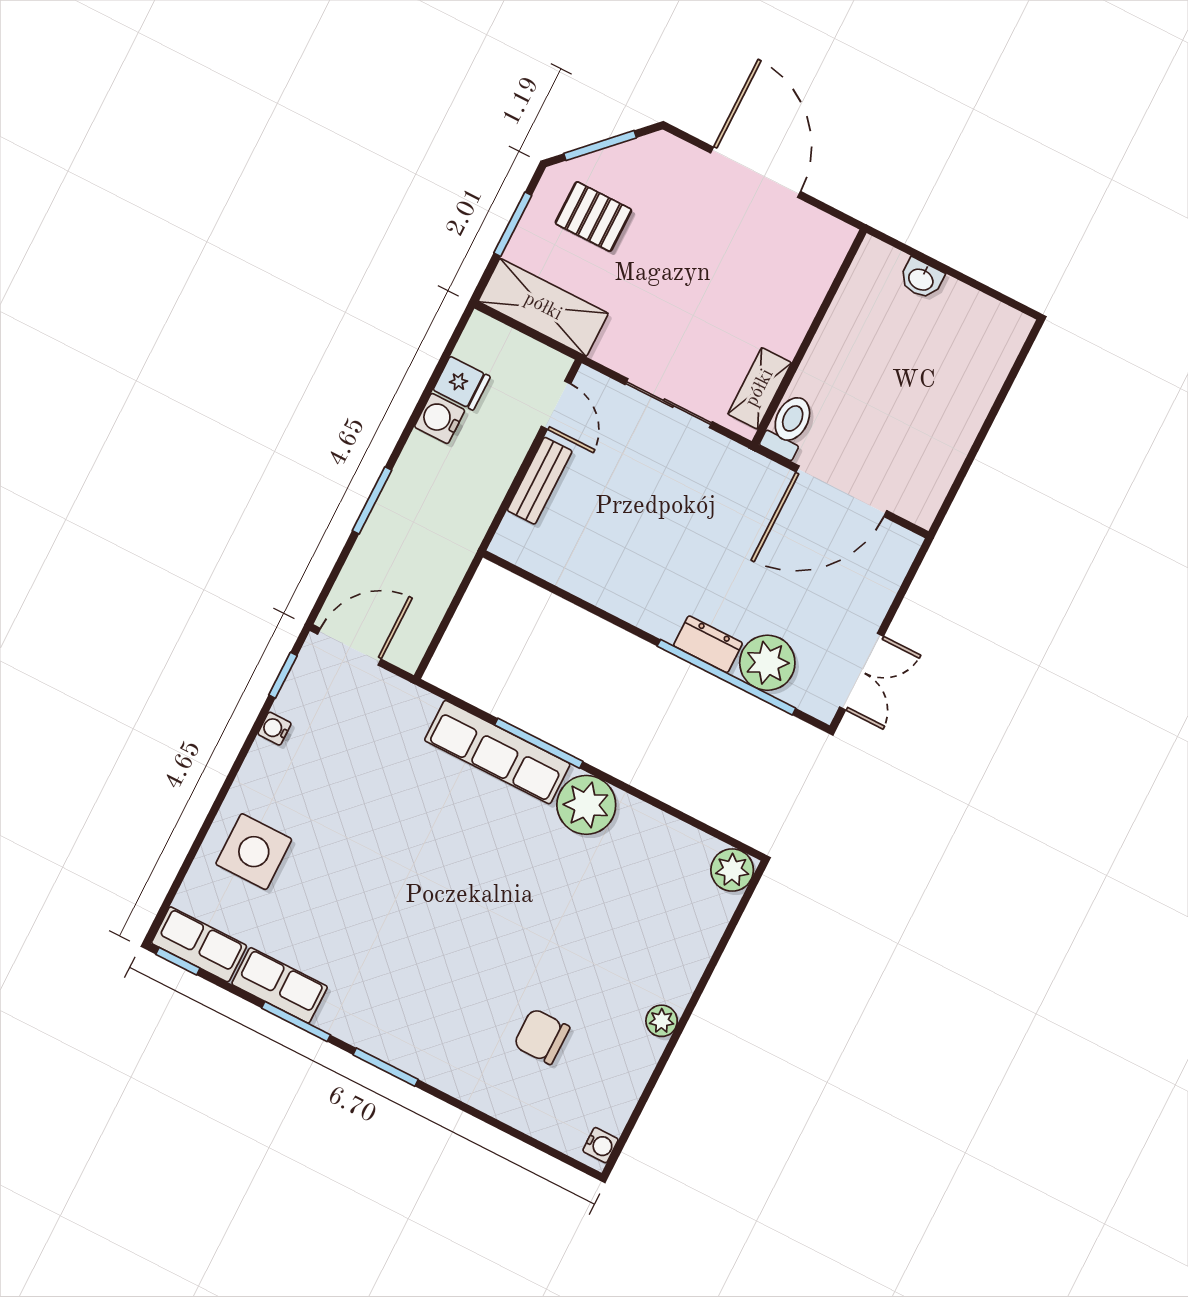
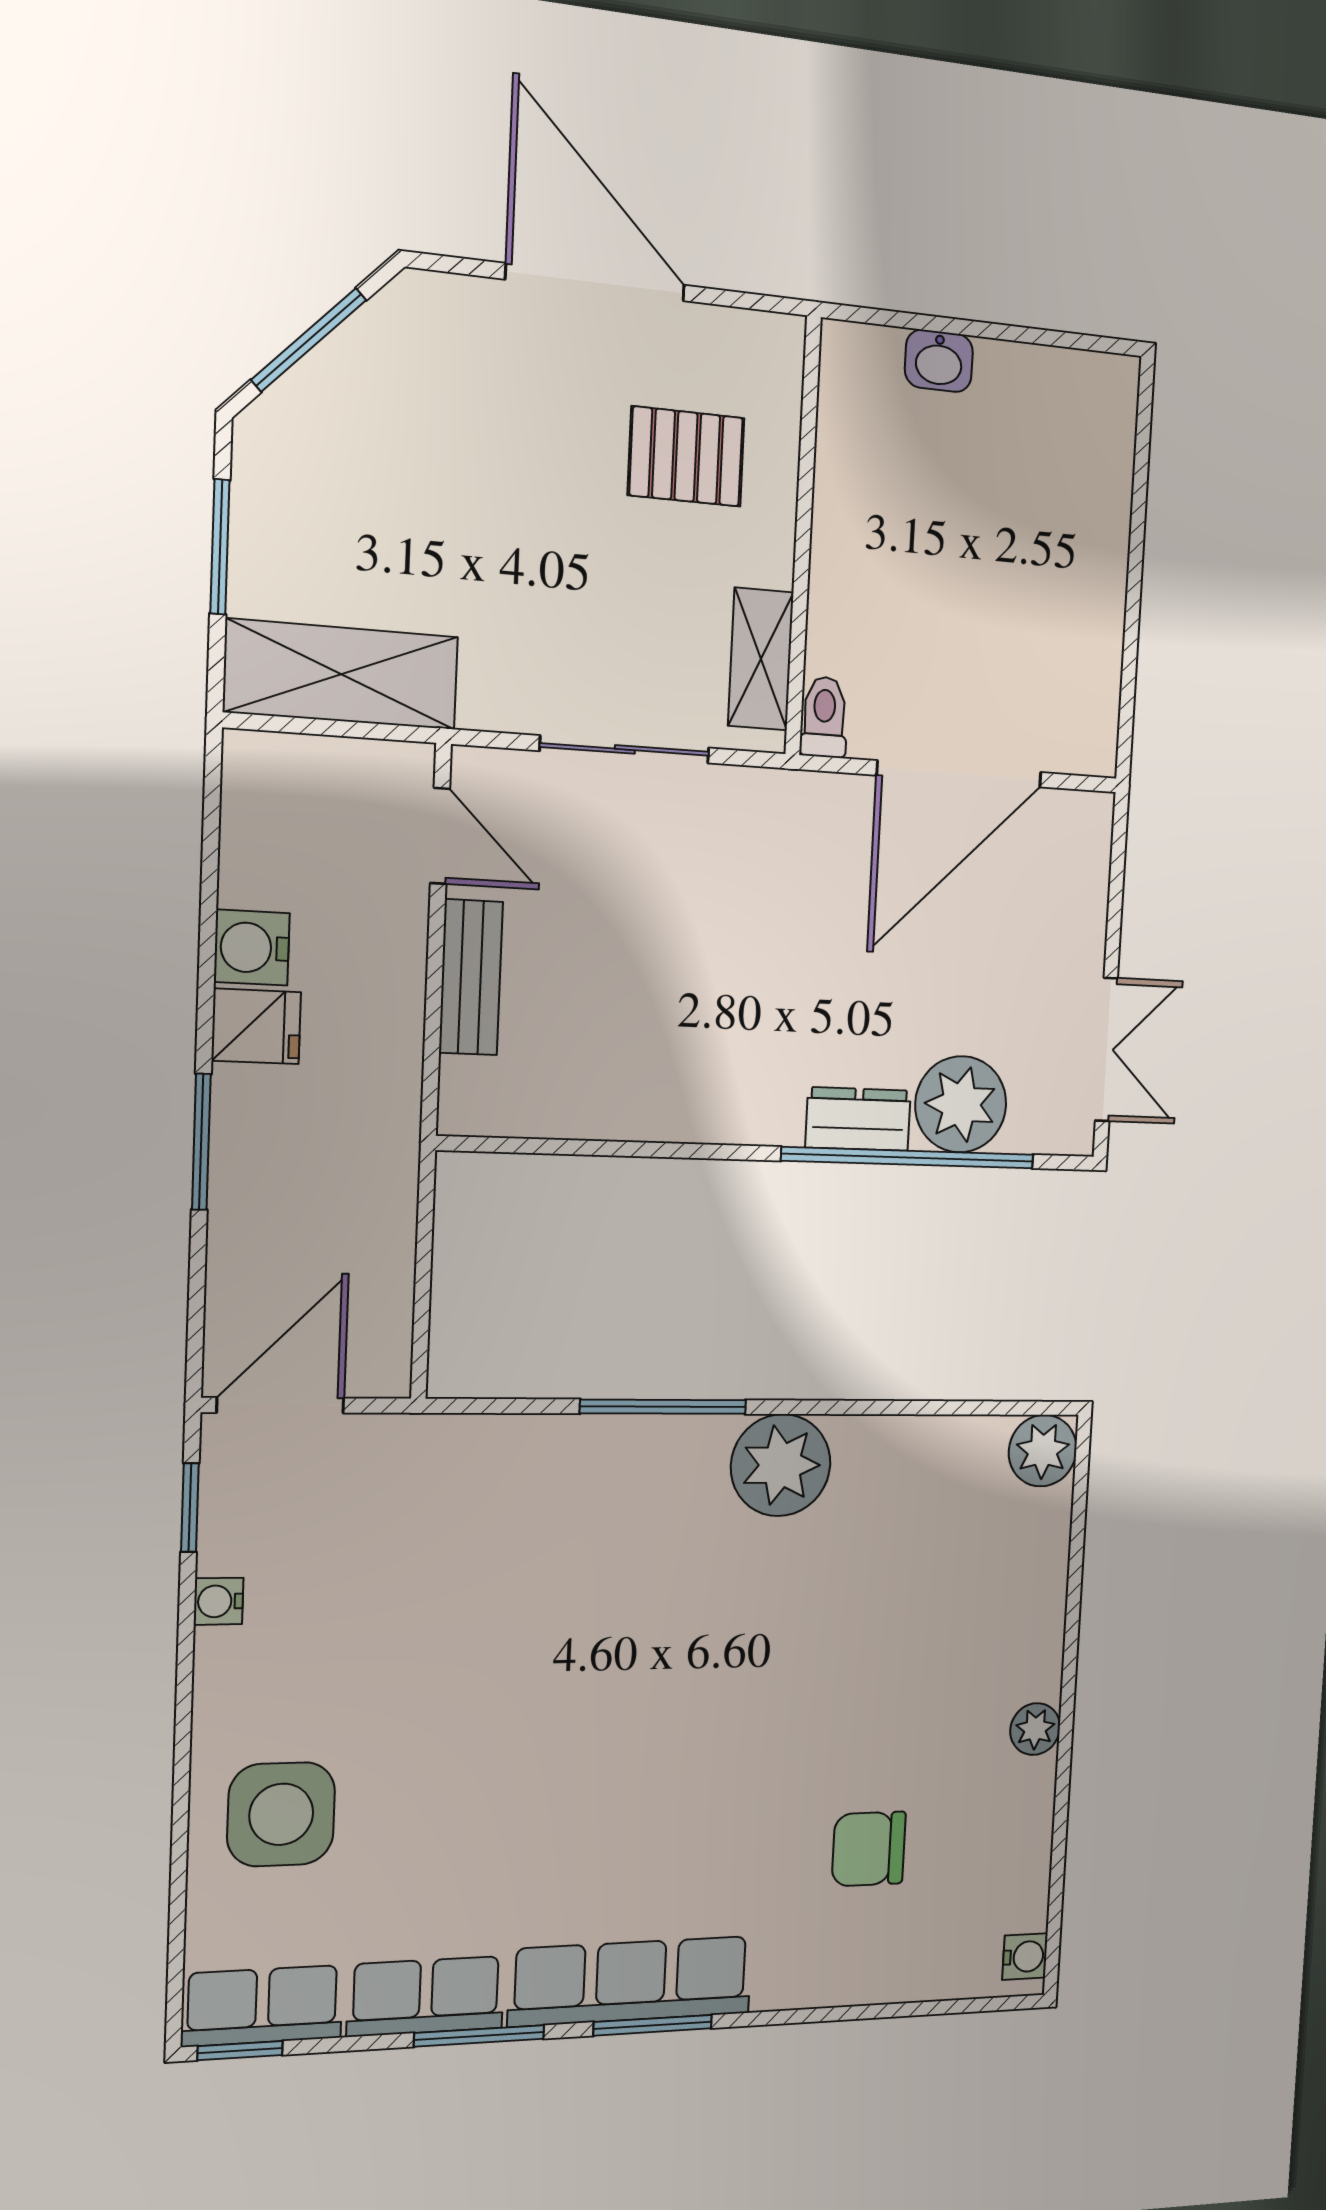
pallet: (593, 217) -> (686, 456), moved
fridge: (462, 383) -> (256, 1026), moved
toilet: (789, 426) -> (824, 717), width x0.73, depth x0.72
row of seats: (497, 752) -> (631, 1981), moved, turned 180

